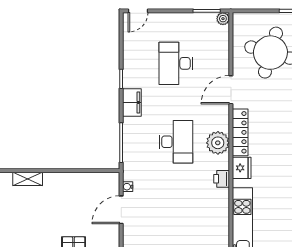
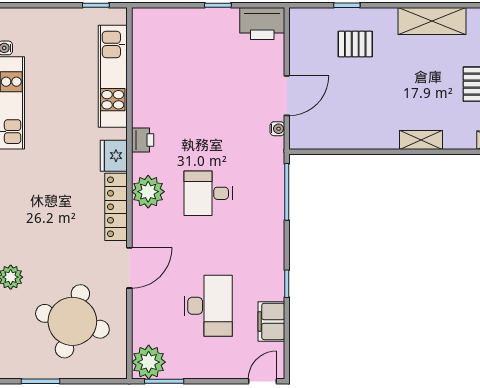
plant: (223, 19) -> (149, 362), width x1.87, depth x1.87
filing cabinet: (132, 103) -> (271, 321), moved
desk: (176, 142) -> (208, 193), width x0.73

